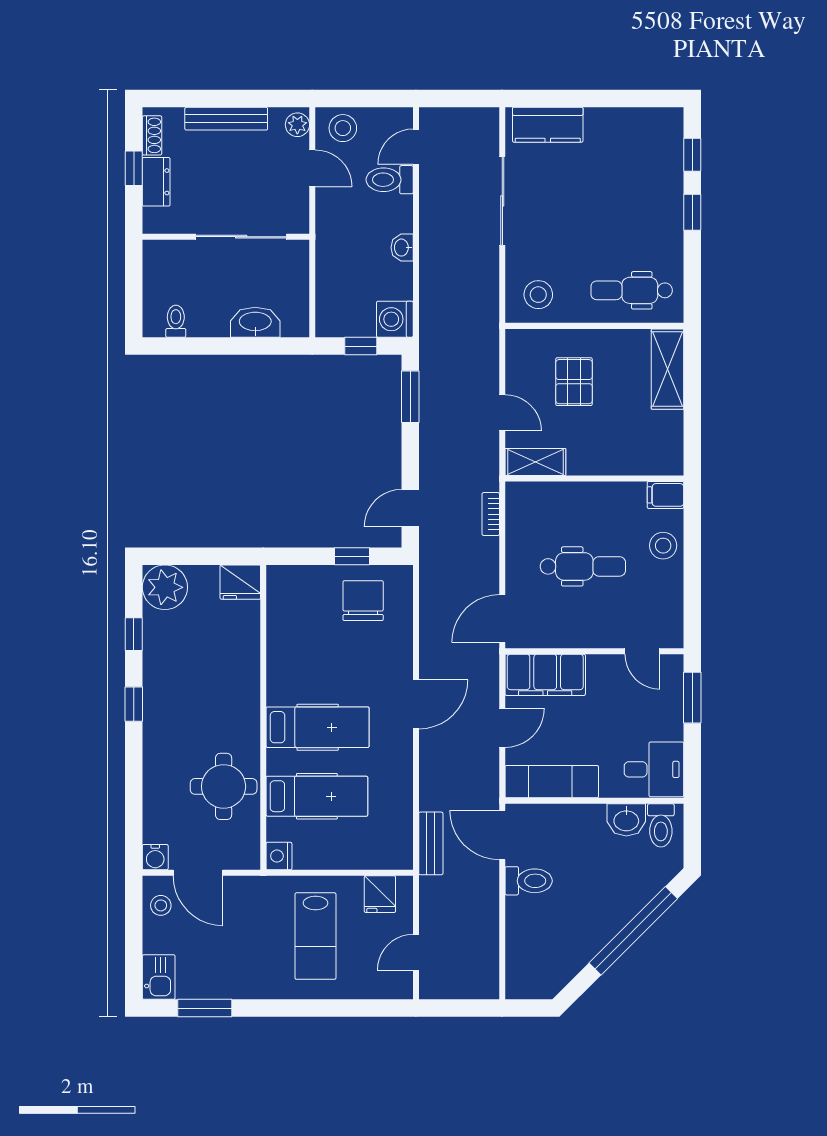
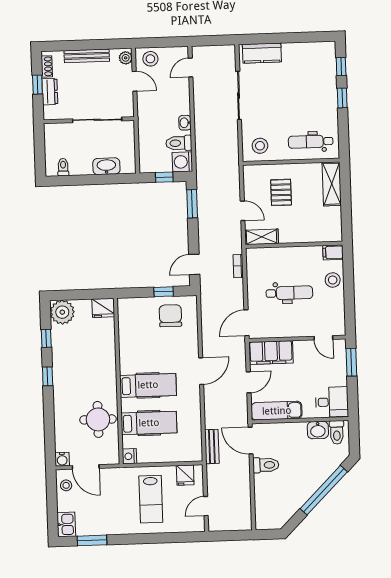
toilet: (390, 180) -> (179, 143), moved

